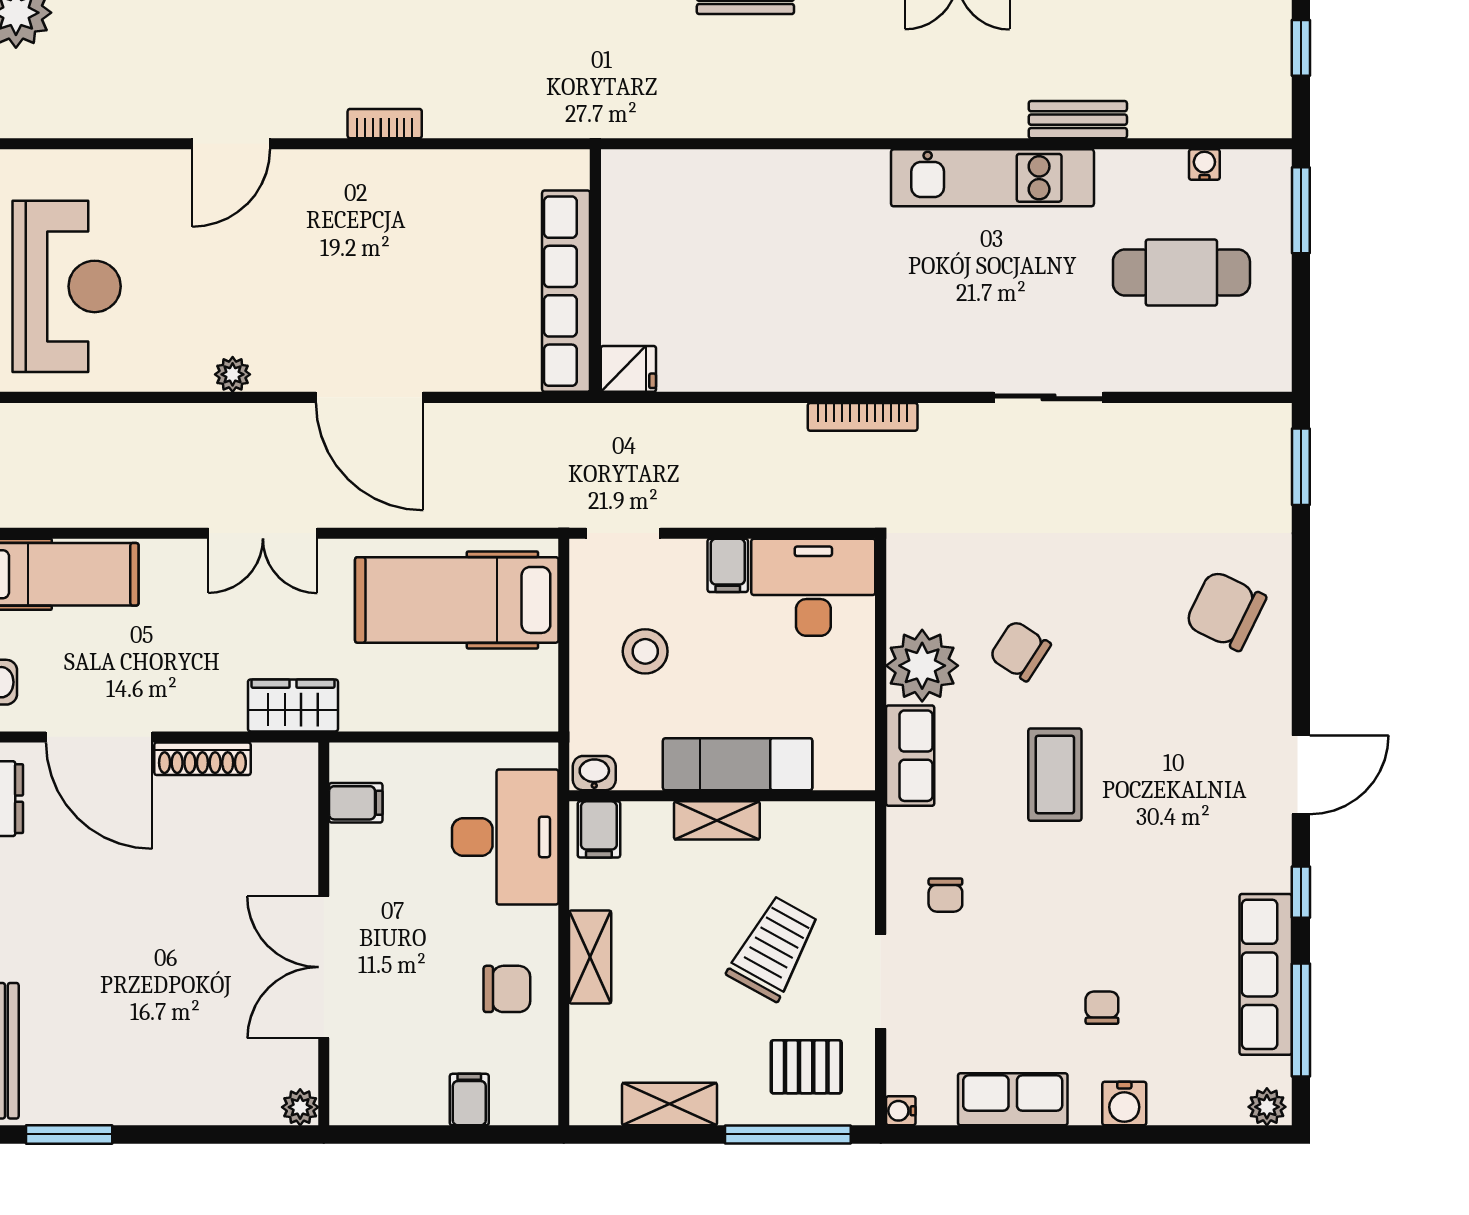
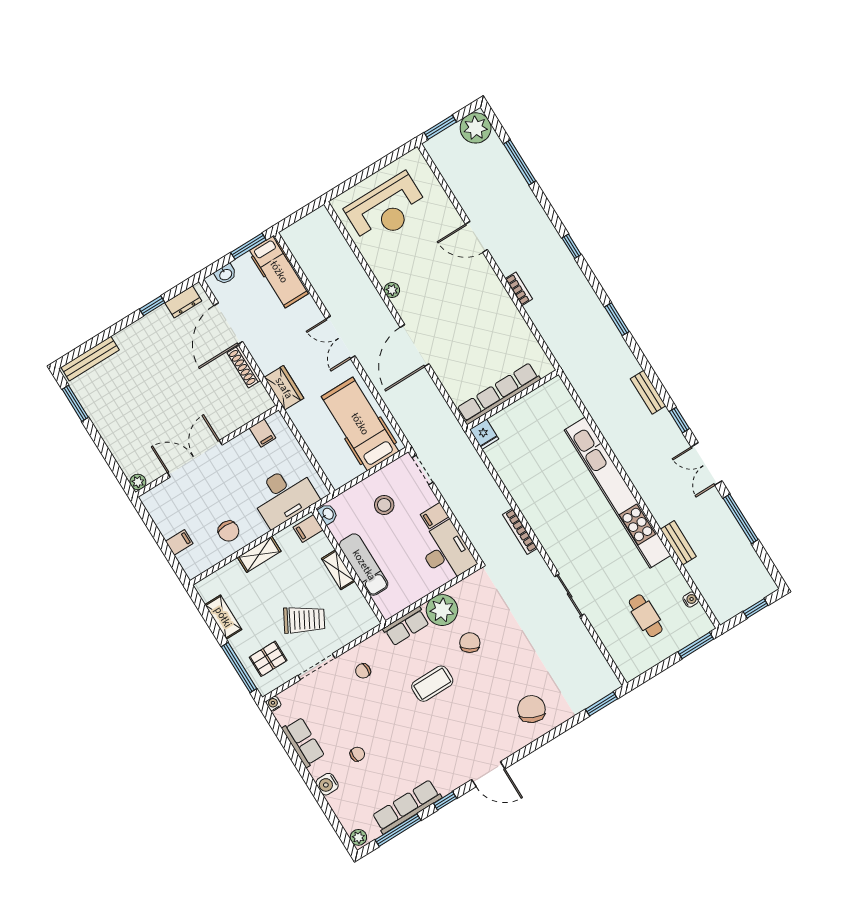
kitchen unit: (992, 178) -> (618, 493), width x1.86
cafe table: (1181, 273) -> (646, 616), width x0.73, depth x0.74
pallet: (806, 1067) -> (268, 659), turned 90

